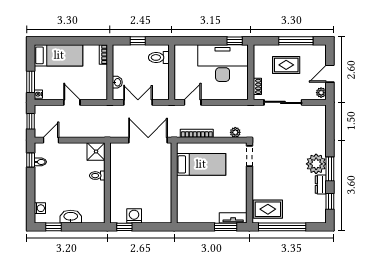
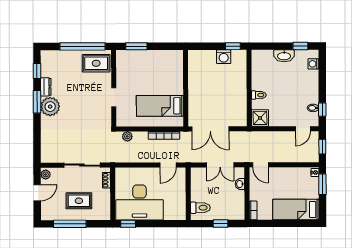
door: (72, 102) -> (261, 165), moved
doorway: (249, 156) -> (114, 97), moved
tv unit: (233, 218) -> (129, 55), removed

